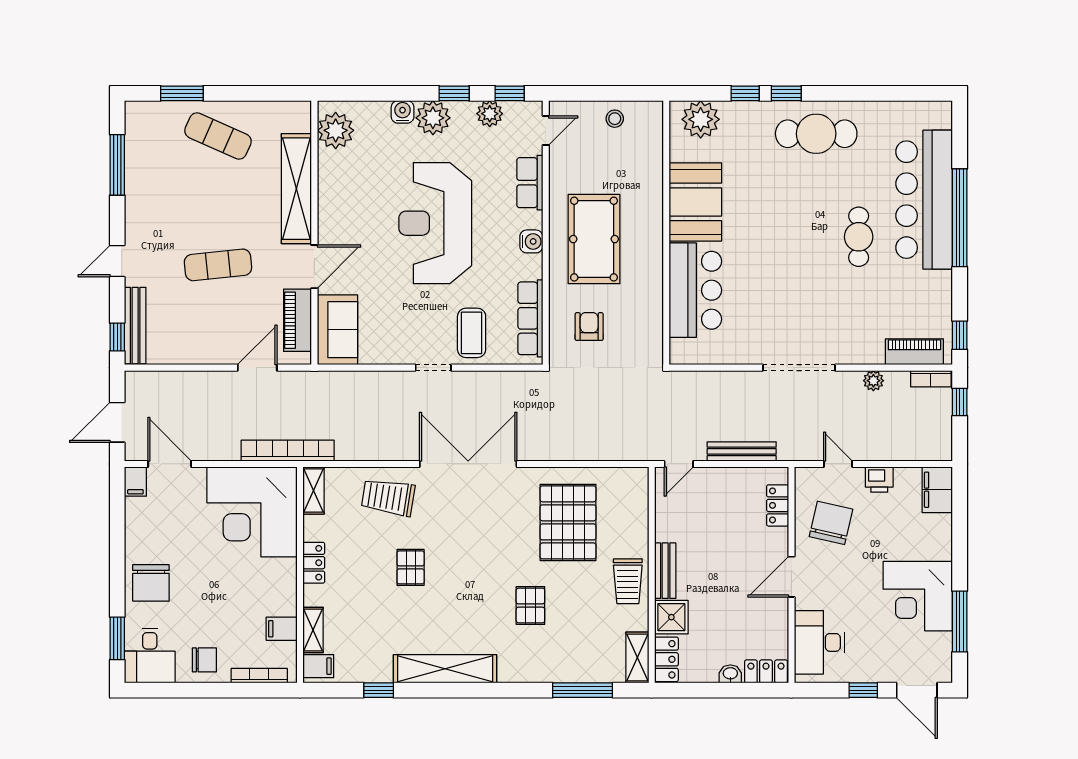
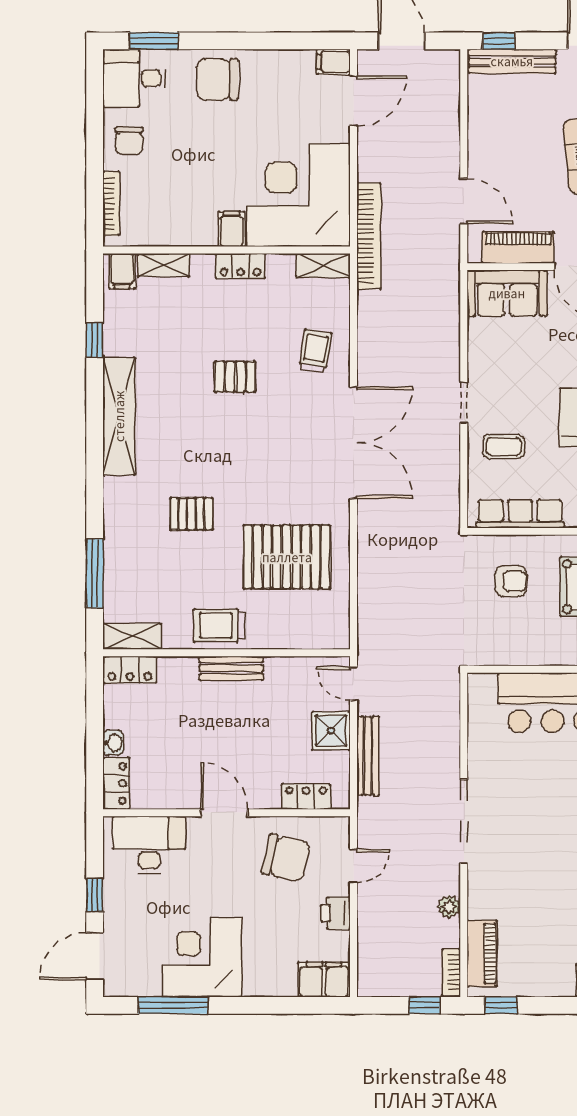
coffee table: (472, 333) -> (504, 447), width x0.73, depth x0.77
trolley: (388, 497) -> (315, 351), width x0.73, depth x0.72
shower: (671, 617) -> (331, 731), moved
filing cabinet: (282, 629) -> (232, 229), moved

